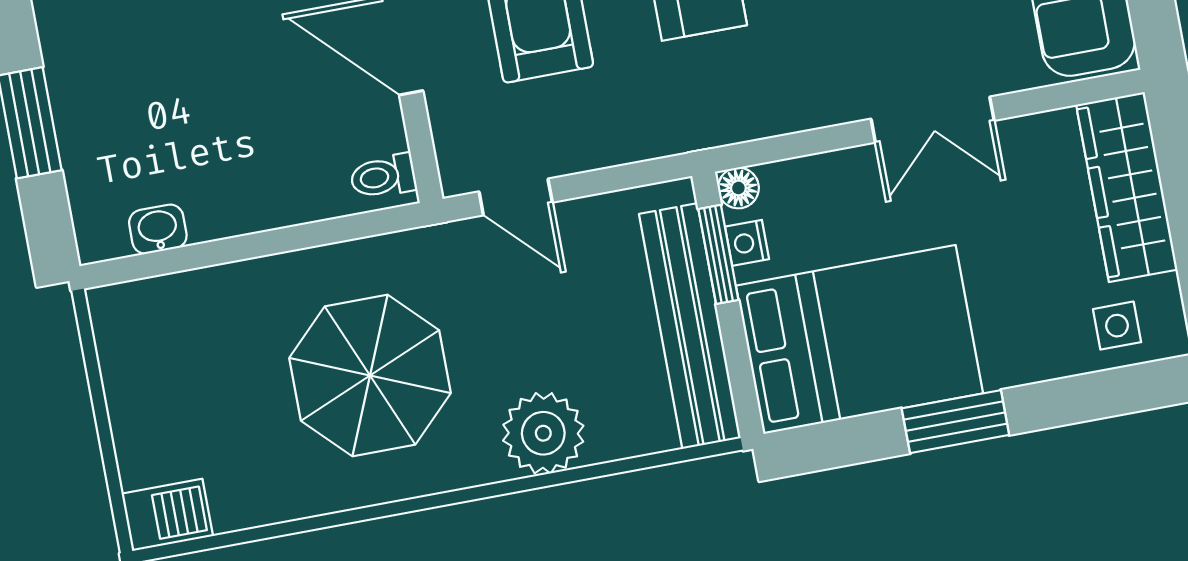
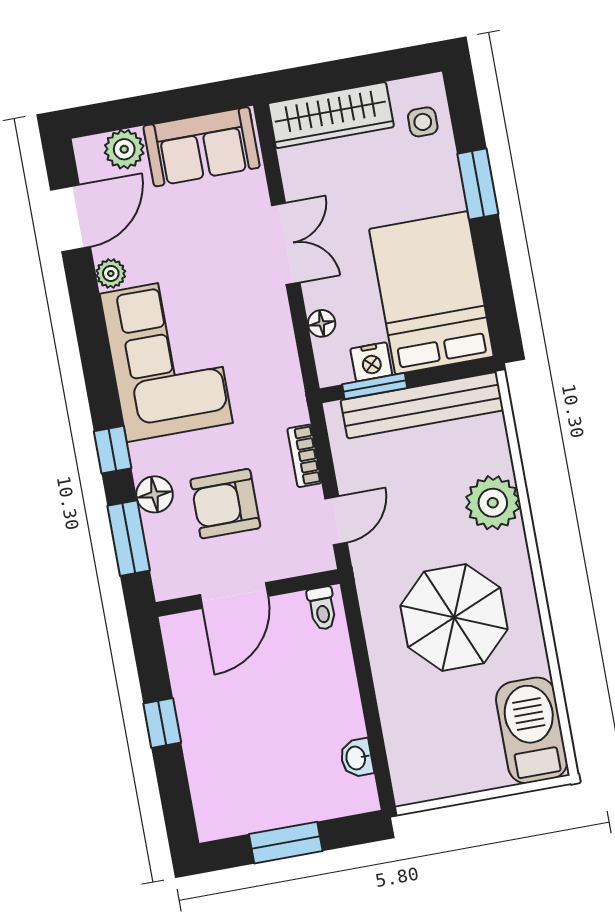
bookcase: (613, 149) -> (304, 456), added
floor lamp: (738, 188) -> (322, 323), moved
nightstand: (747, 243) -> (371, 362), width x1.39, depth x1.35
window: (955, 422) -> (478, 184), moved
barbecue: (167, 515) -> (532, 730), width x1.88, depth x1.53

